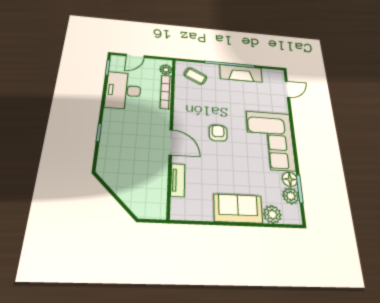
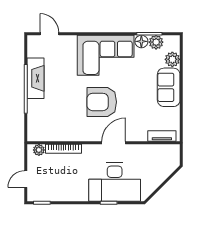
door: (135, 56) -> (26, 179), swing flipped
coffee table: (195, 76) -> (43, 122), removed
desk: (123, 90) -> (115, 182), moved, width x1.36, depth x1.30
armchair: (218, 133) -> (102, 102), width x1.88, depth x1.88
tv unit: (178, 180) -> (162, 136), moved

